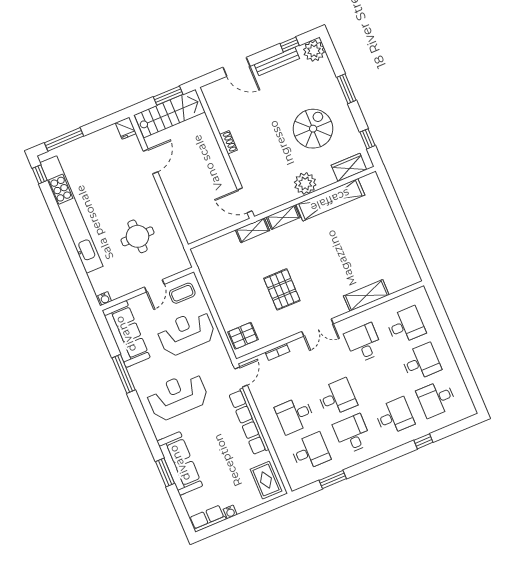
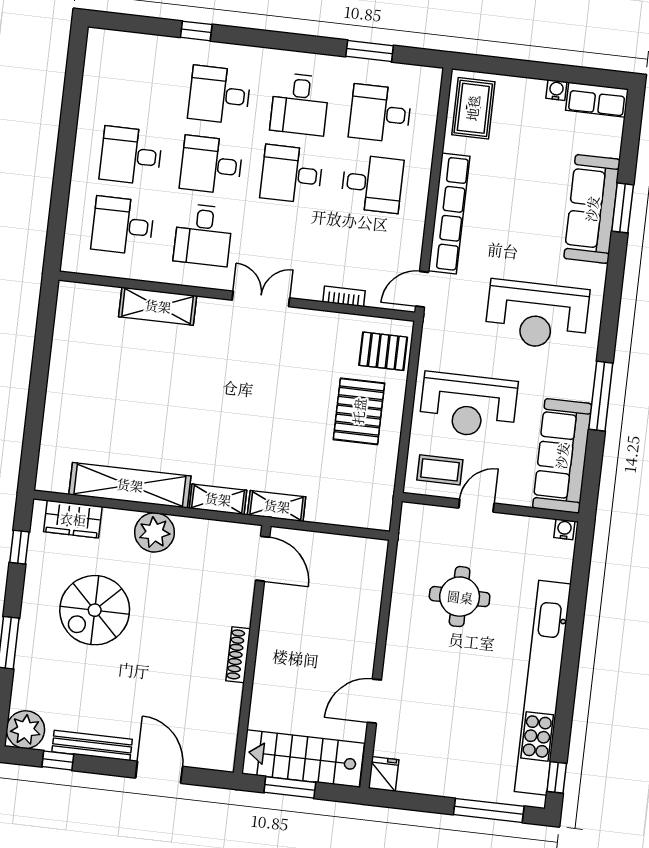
shoe rack: (228, 142) -> (238, 655), width x1.43
pallet: (282, 289) -> (359, 411), moved
desk: (436, 399) -> (211, 165), moved, turned 180

